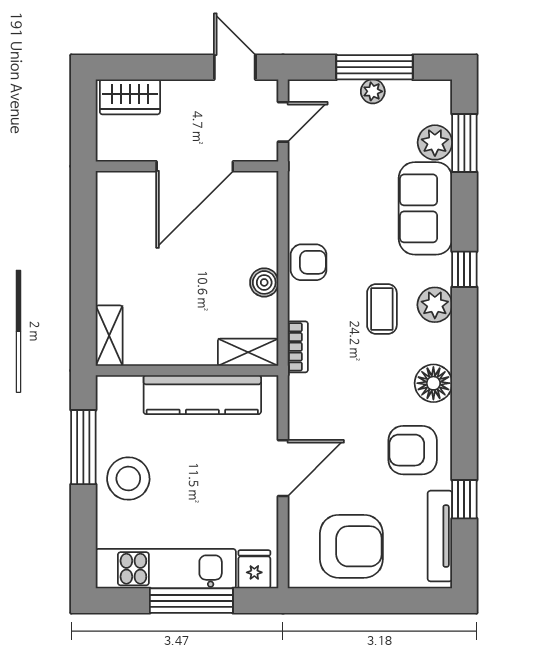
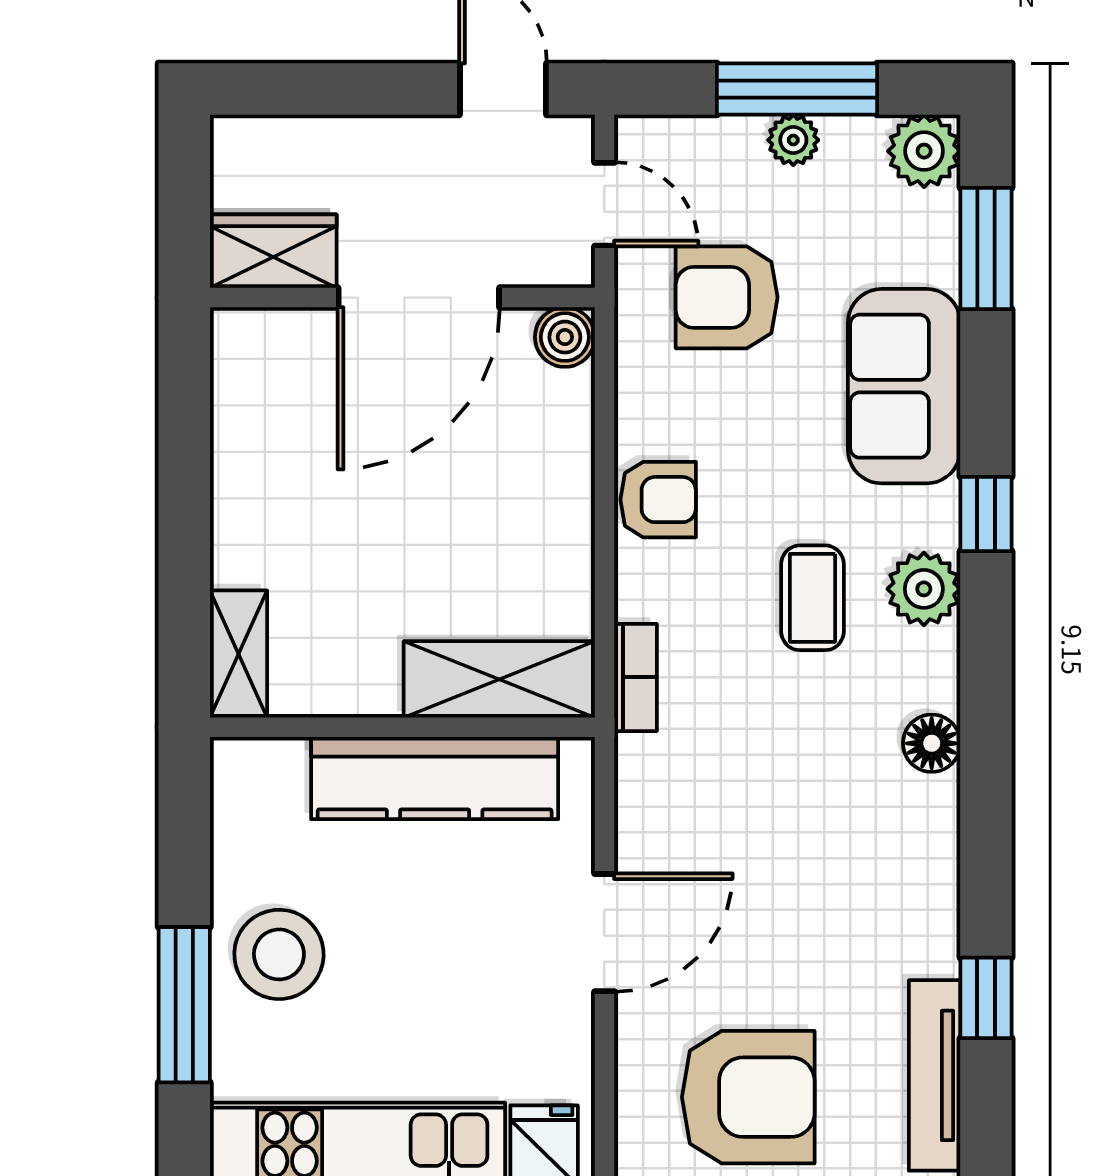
wardrobe: (130, 97) -> (273, 251), moved, turned 180
door: (283, 122) -> (604, 204), hinge flipped
plant: (435, 142) -> (924, 151), moved
boiler: (264, 282) -> (565, 337), moved
shelving: (248, 352) -> (499, 679), width x1.50, depth x1.33
floor lamp: (433, 383) -> (932, 743), width x0.73, depth x0.73
window: (83, 447) -> (184, 1005), moved
armchair: (413, 450) -> (727, 297), moved

